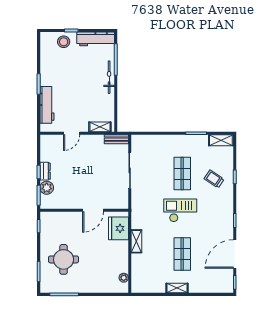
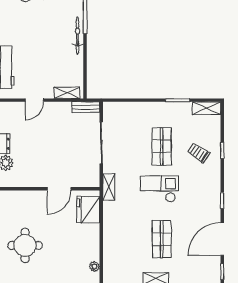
shelving: (136, 241) -> (109, 187), moved

